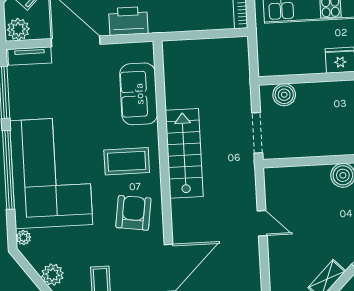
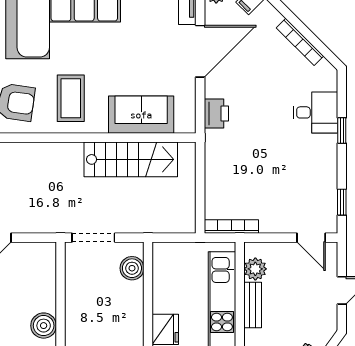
printer: (128, 21) -> (216, 113), width x0.73, depth x0.84
stairs: (184, 153) -> (131, 159), moved

